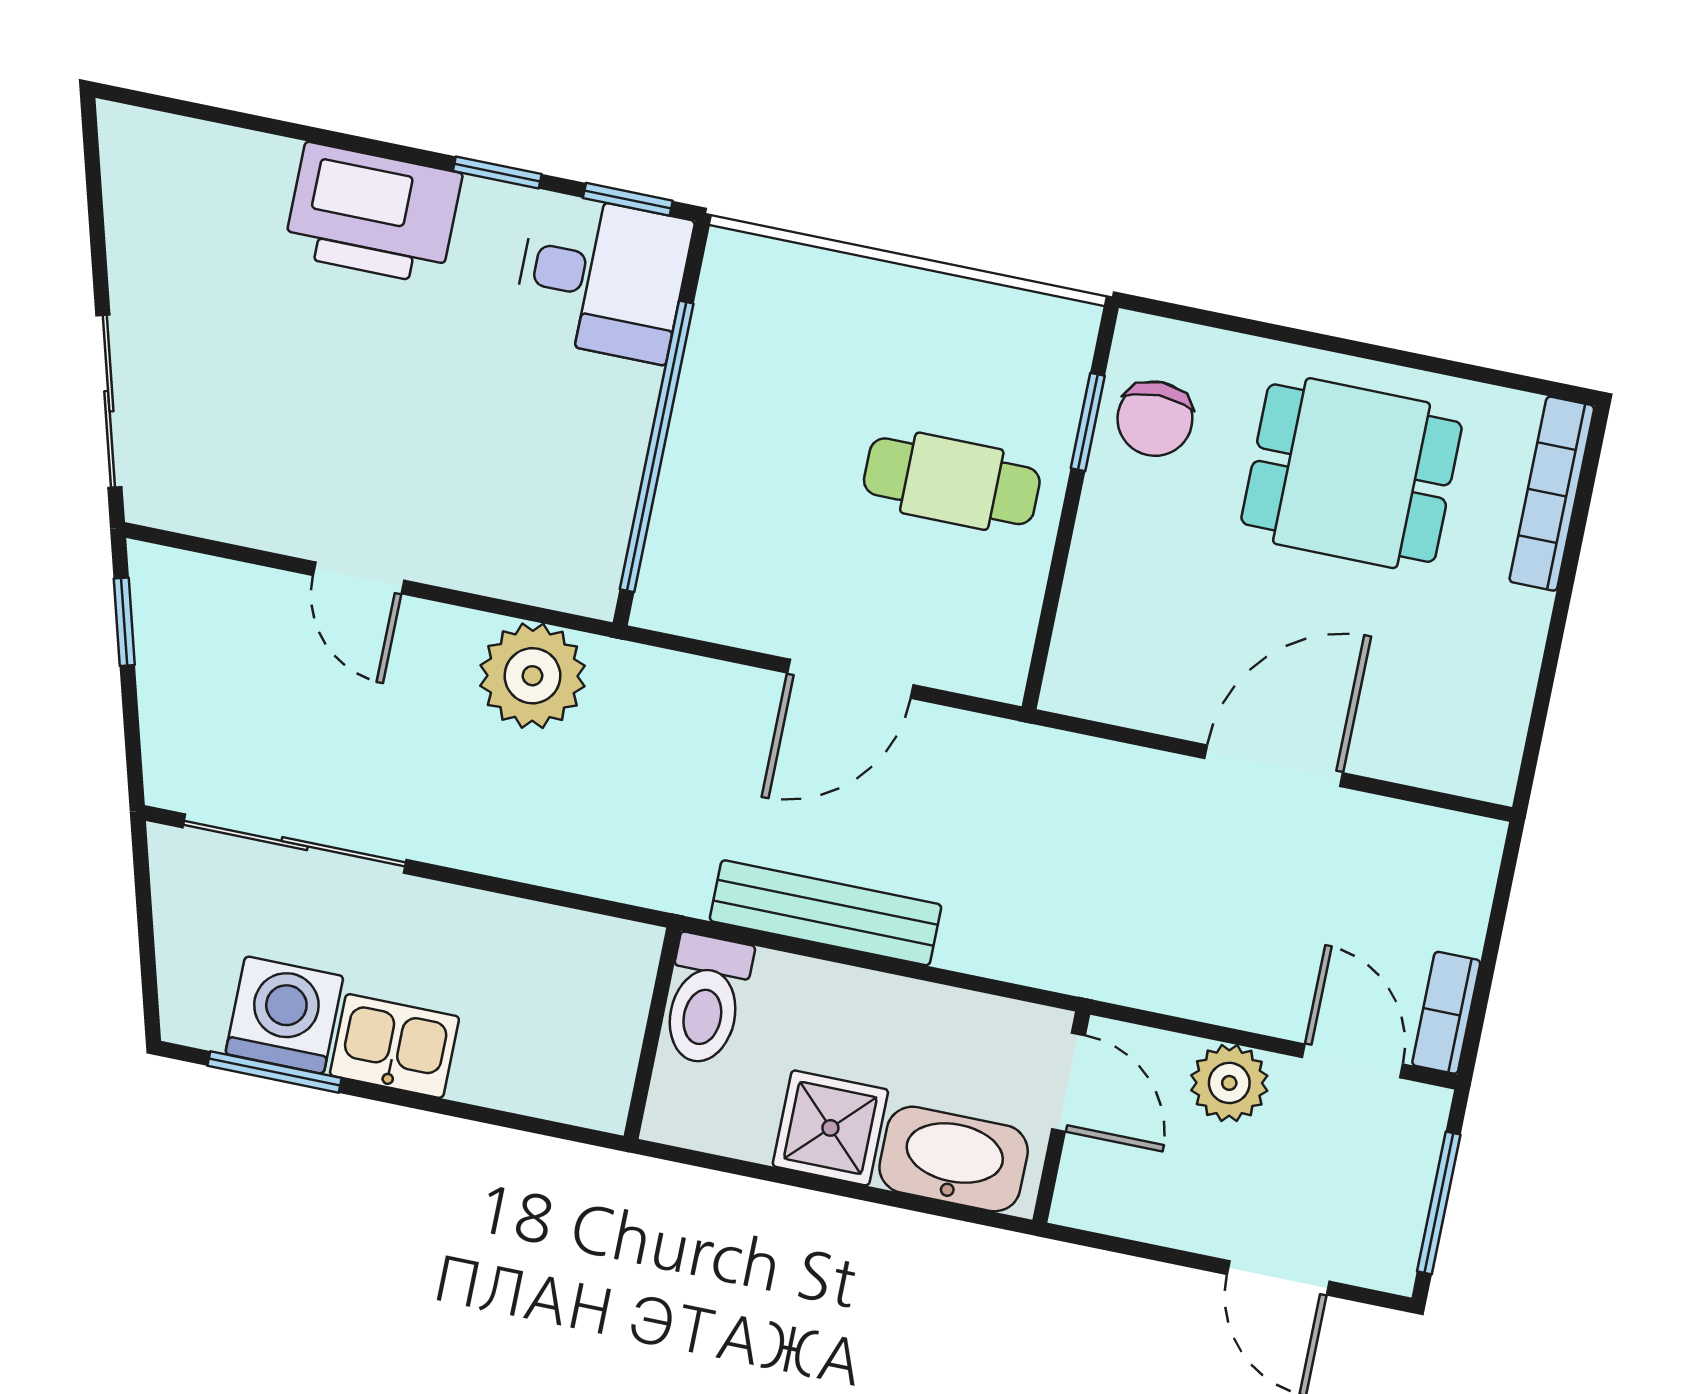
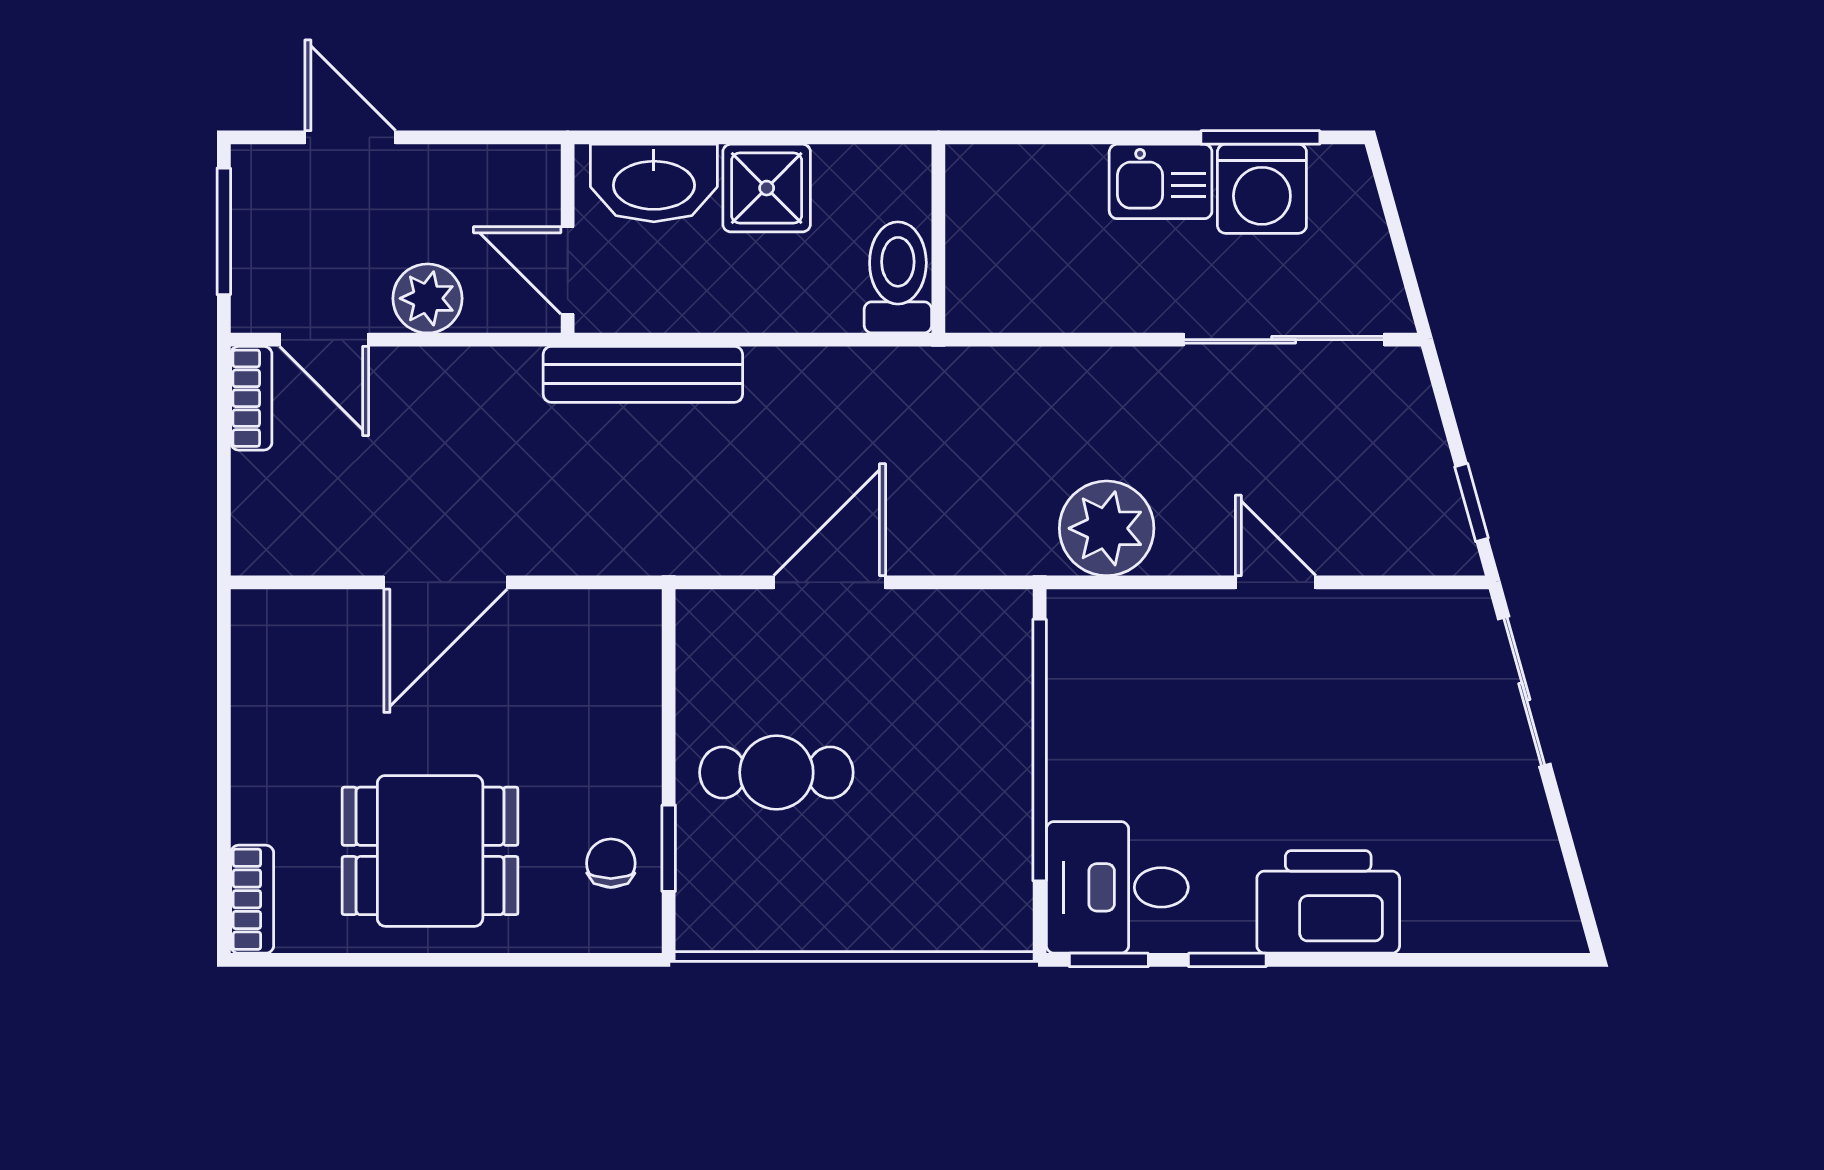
chair: (1155, 419) -> (611, 863), width x0.73, depth x0.73
bookcase: (1552, 494) -> (252, 899), width x0.64
bench: (825, 913) -> (643, 374), moved

